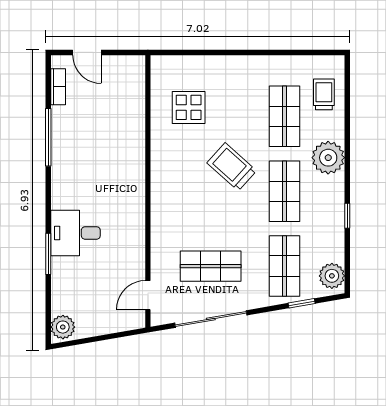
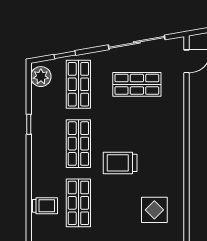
trolley: (324, 94) -> (45, 206), moved, turned -90
plant: (328, 158) -> (44, 170), removed
trolley: (232, 167) -> (120, 163), turned 138

